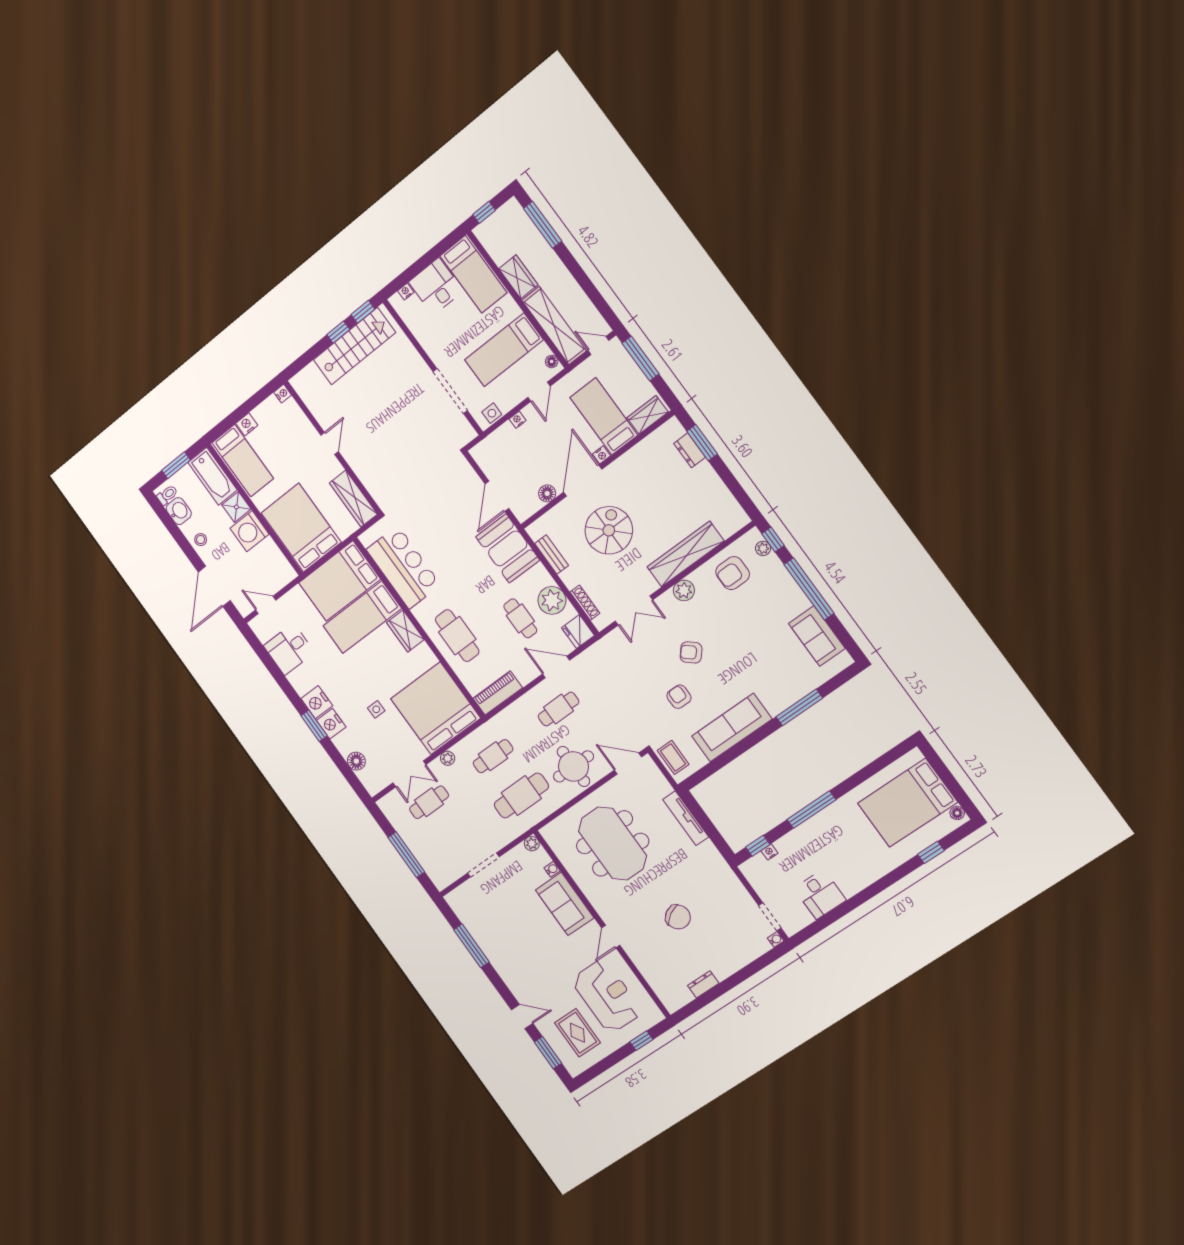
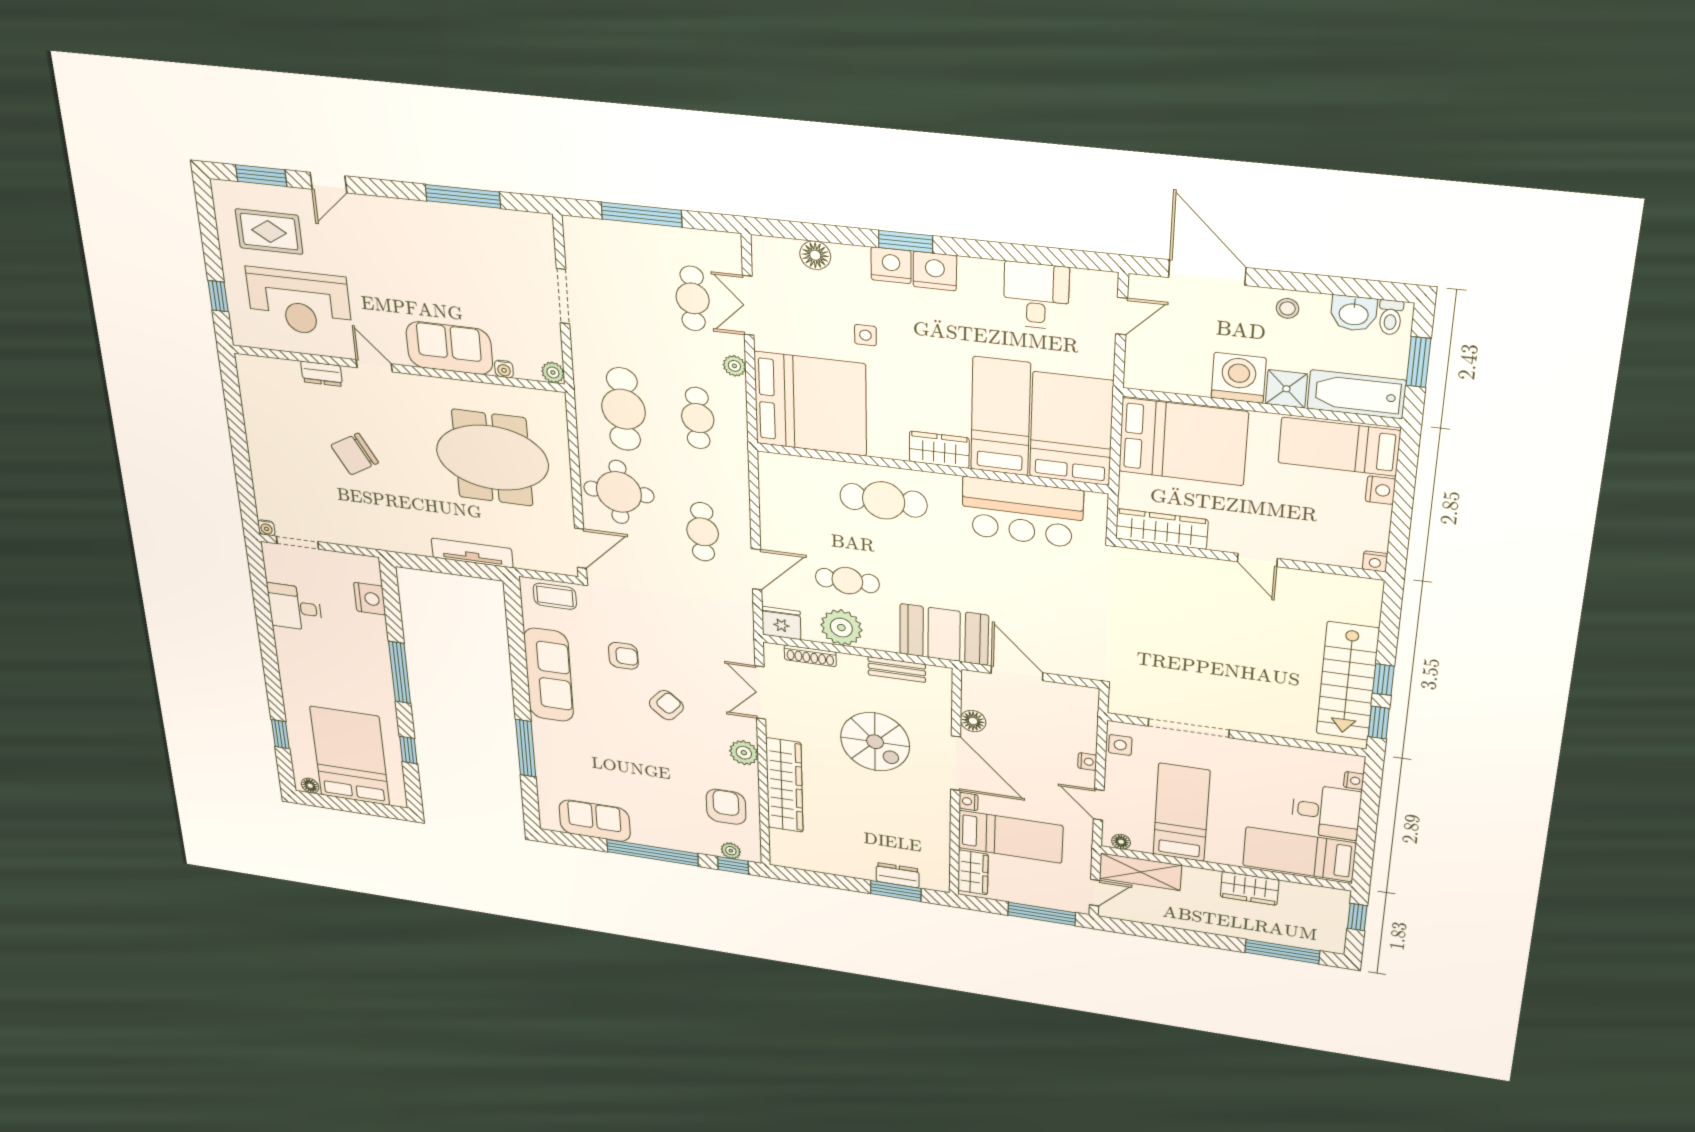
shelving: (554, 326) -> (1140, 872), width x0.68
piano: (498, 693) -> (774, 486), removed
window: (758, 846) -> (408, 750), moved
nightstand: (769, 852) -> (370, 599), width x1.89, depth x1.79
dresser: (703, 984) -> (322, 374), moved, turned 90

